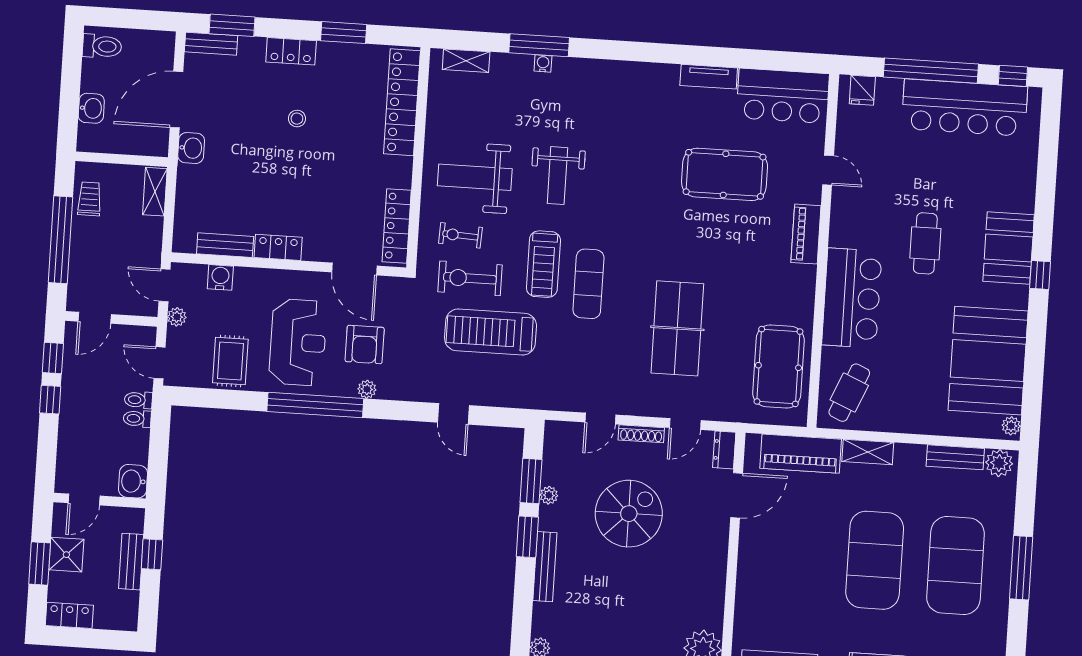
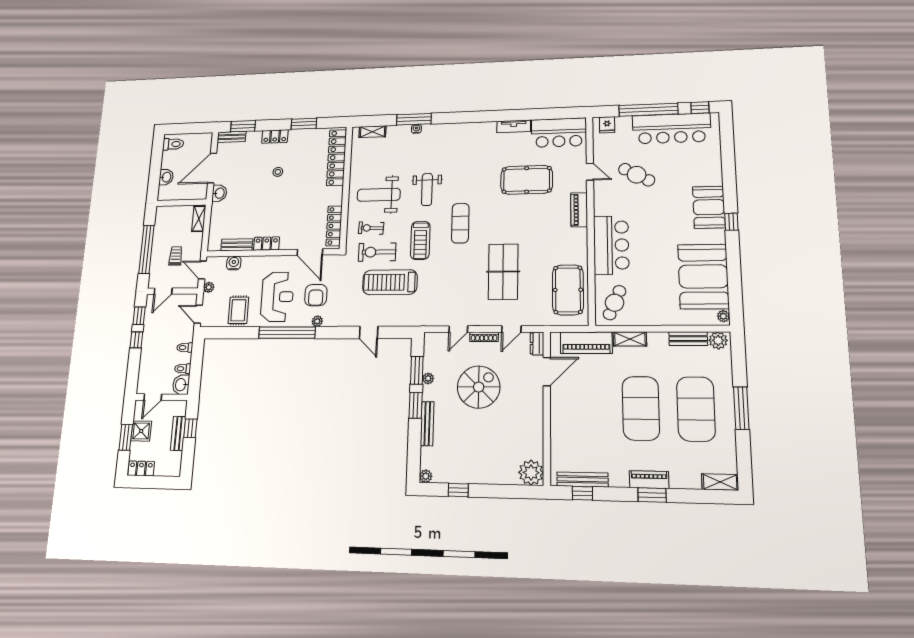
trolley: (89, 199) -> (176, 256), moved
cafe table: (925, 243) -> (637, 175), moved, turned -61
exercise mat: (588, 284) -> (460, 223), moved
toilet: (138, 400) -> (183, 369), moved

